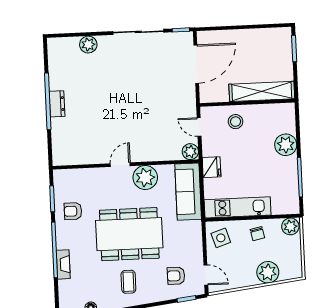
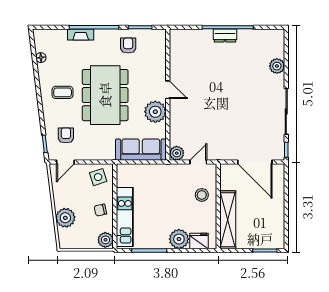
fridge: (212, 167) -> (199, 241), moved, turned 180
kitchen unit: (238, 207) -> (125, 217), moved

